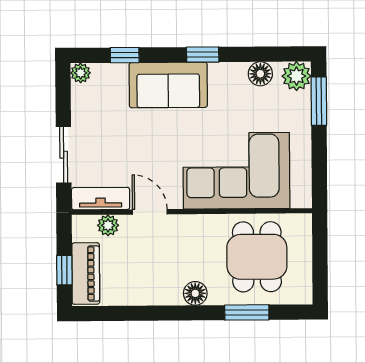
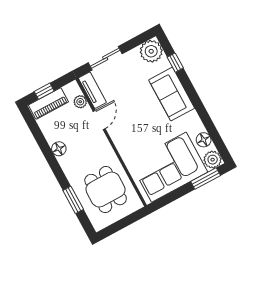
window: (203, 55) -> (197, 104), removed
plant: (81, 73) -> (151, 51), width x1.88, depth x1.88
corner sofa: (236, 171) -> (169, 167), moved, turned -90
dining table: (257, 257) -> (106, 190), turned 90
floor lamp: (195, 293) -> (59, 149), moved

